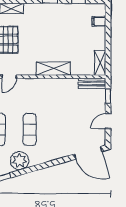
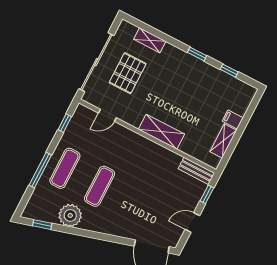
filing cabinet: (99, 21) -> (233, 119), moved
shelving: (100, 63) -> (223, 141), moved

